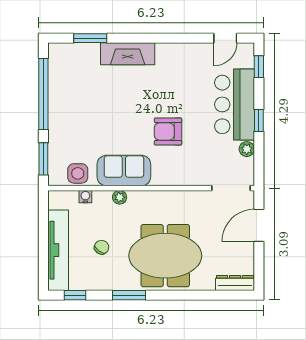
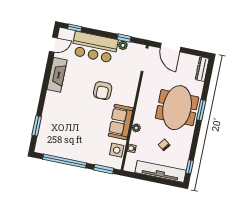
door: (225, 38) -> (53, 45), hinge flipped
fireplace: (128, 54) -> (57, 75), moved
window: (259, 120) -> (124, 38), moved
window: (129, 295) -> (201, 110), moved

